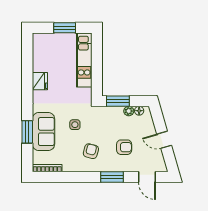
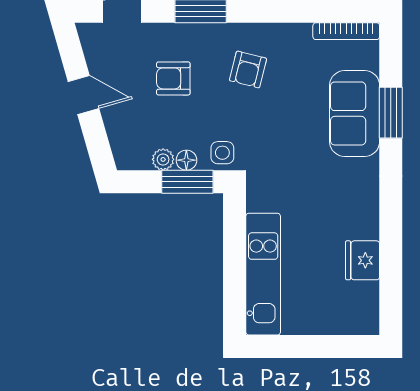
window: (65, 28) -> (307, 346), removed
fridge: (40, 81) -> (363, 260), moved
floor lamp: (139, 111) -> (186, 160), moved
side table: (75, 125) -> (222, 153), moved

